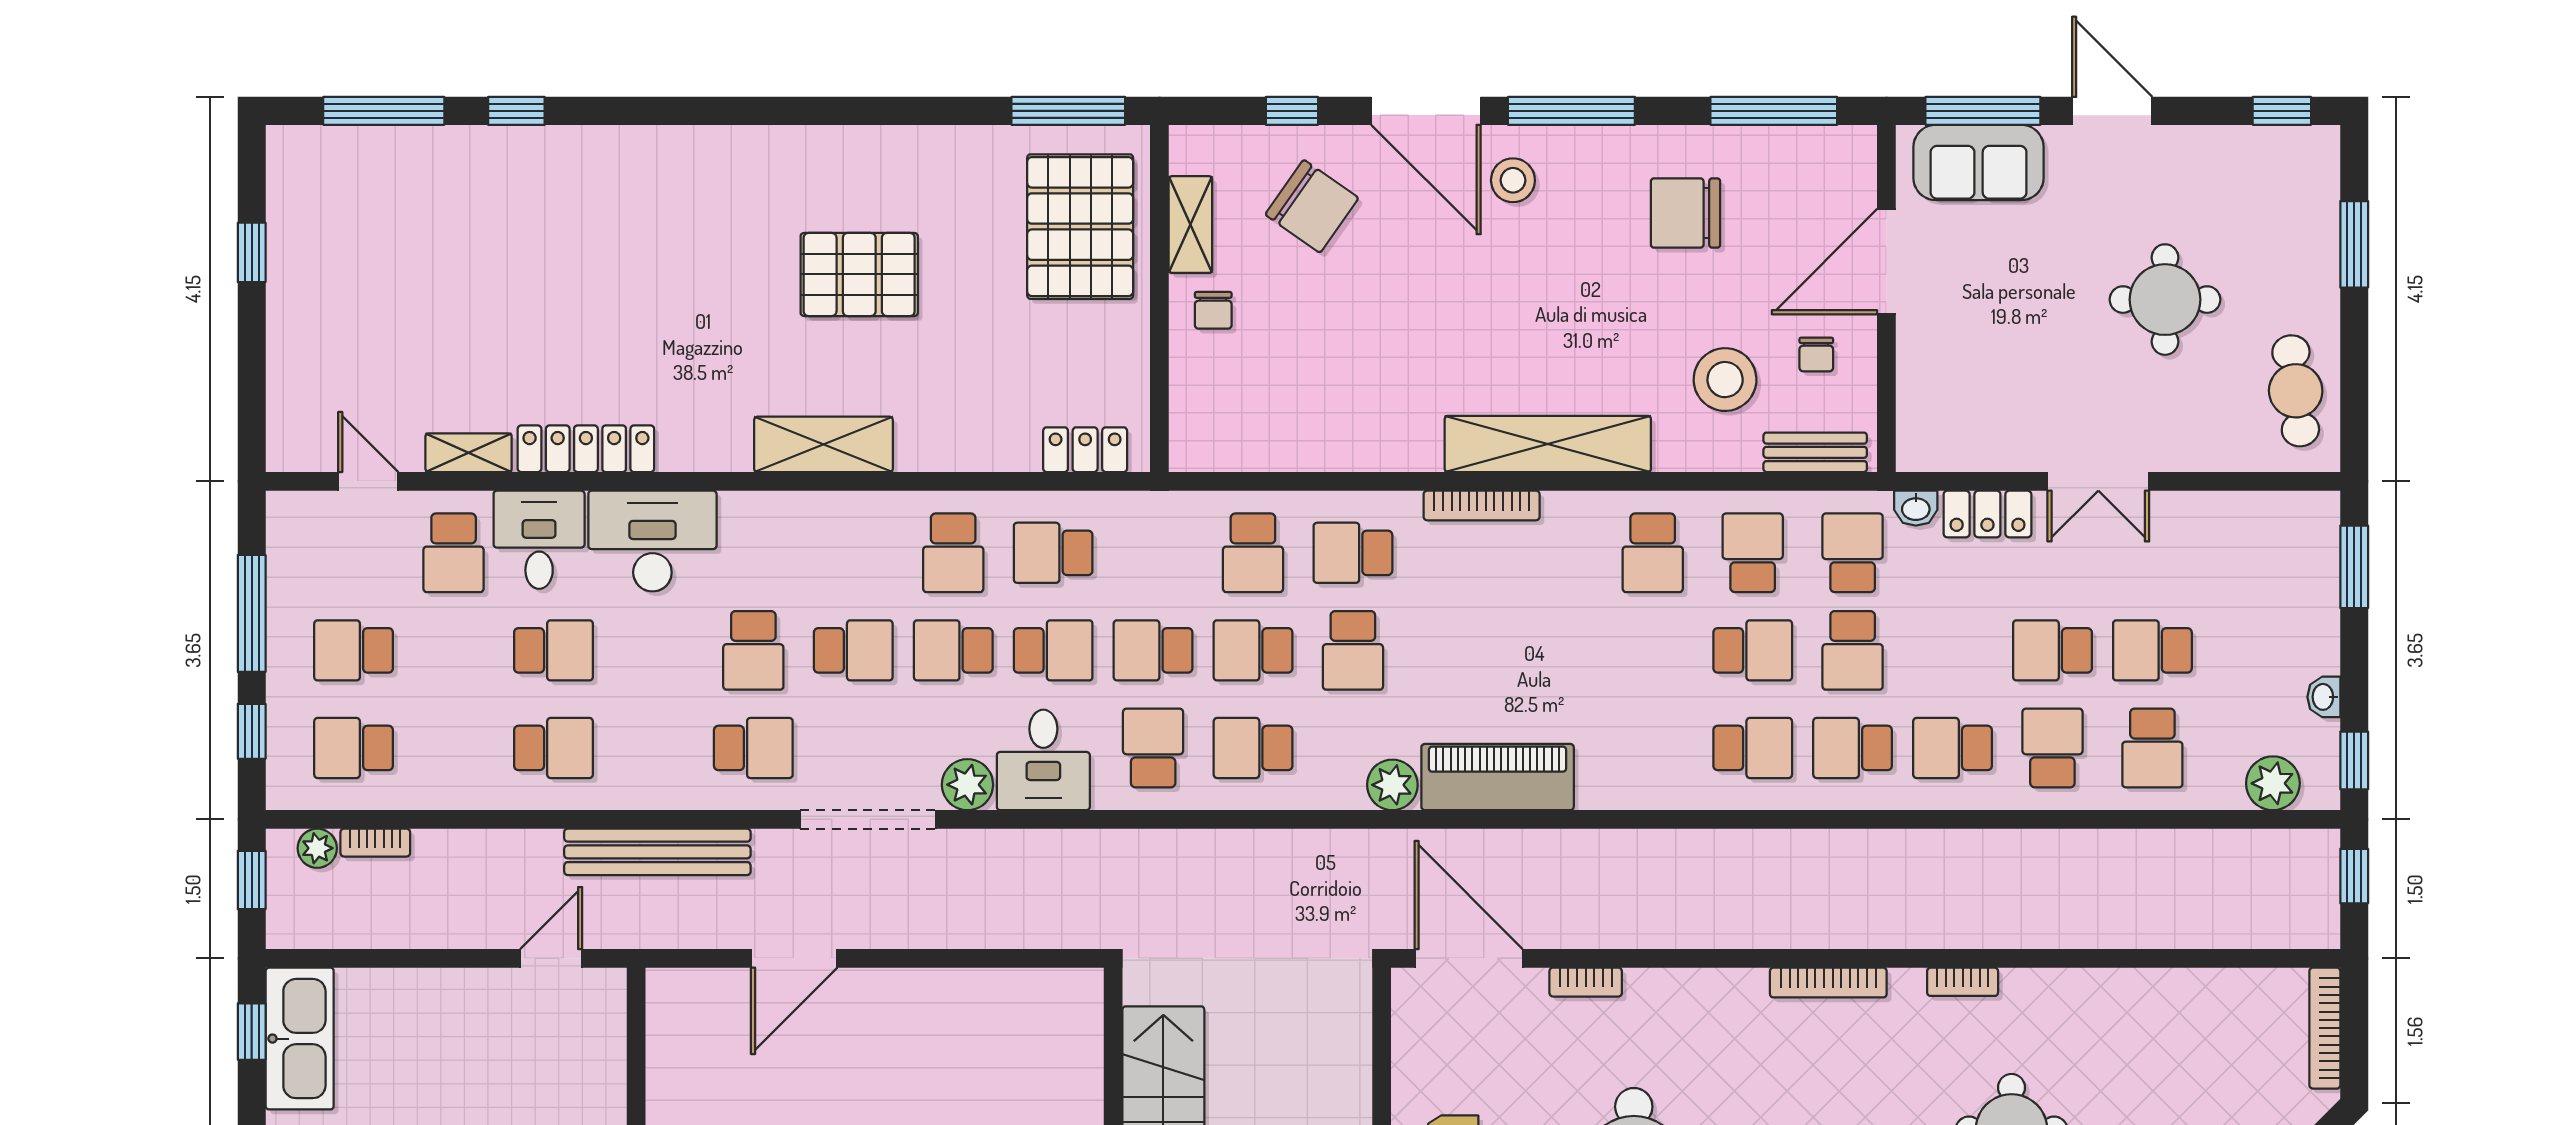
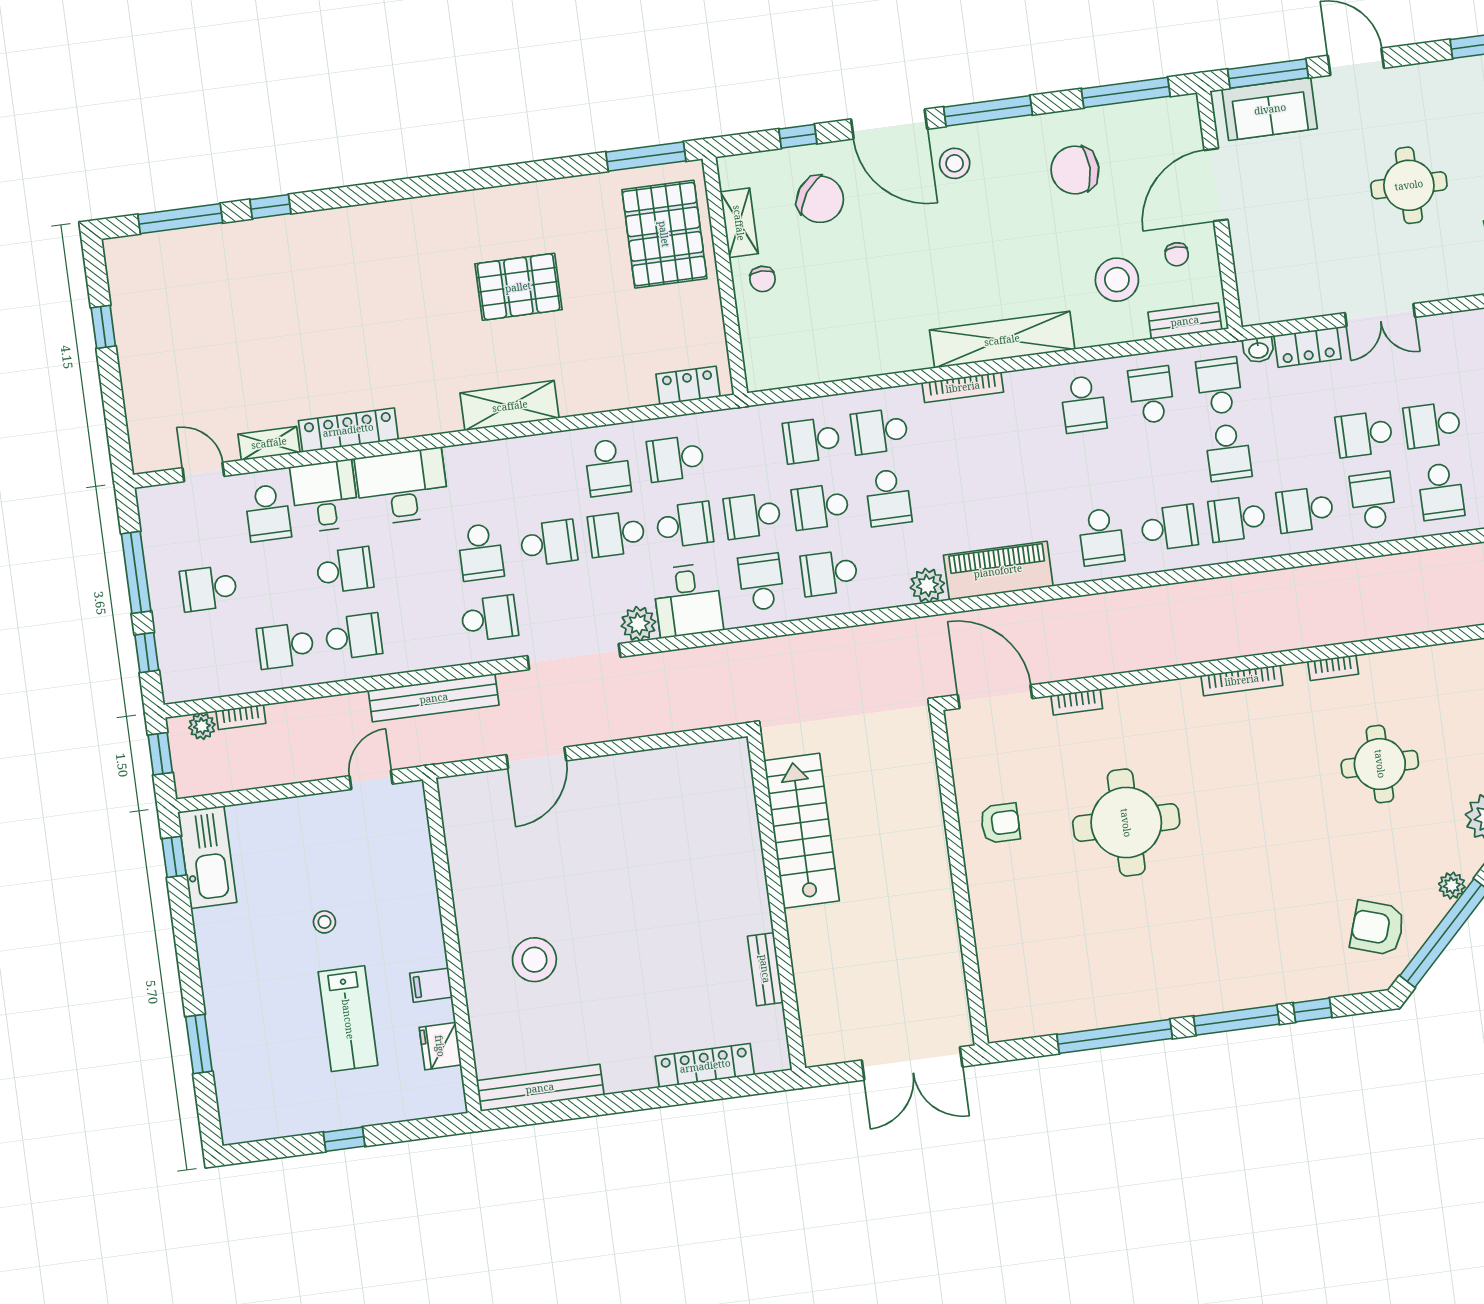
school desk: (1253, 553) -> (812, 440), turned 90
school desk: (1753, 650) -> (1101, 537), moved, turned 90
school desk: (354, 748) -> (286, 646), moved

